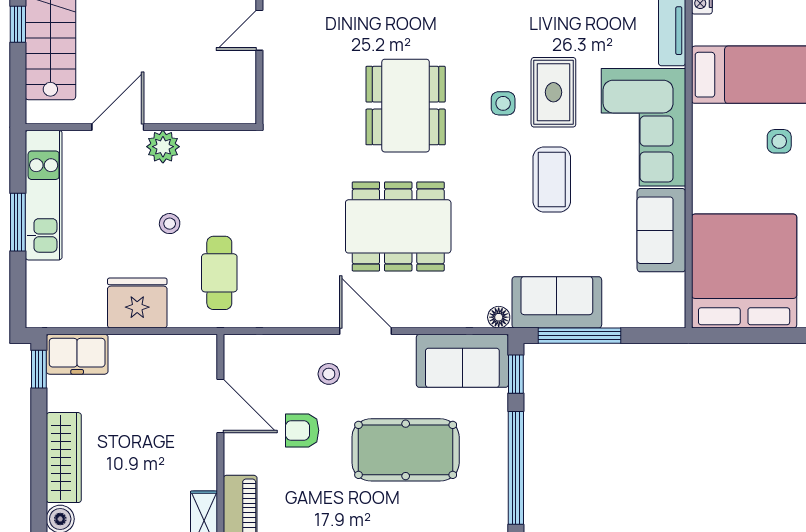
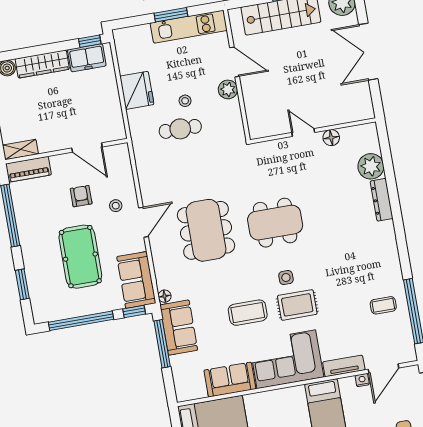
cafe table: (219, 273) -> (180, 129), moved
freezer: (77, 354) -> (87, 58), moved, turned -90
door: (220, 406) -> (87, 147), hinge flipped

